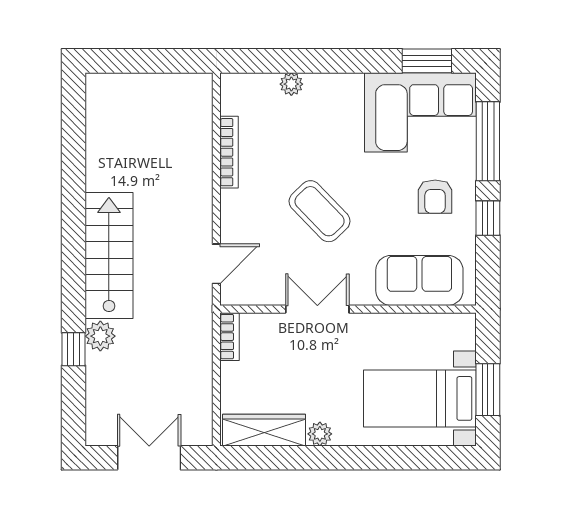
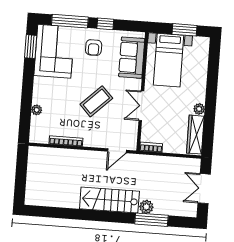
armchair: (435, 197) -> (94, 48), turned 90
door: (216, 264) -> (117, 151), swing flipped
window: (73, 349) -> (151, 220), width x2.17
bed with nightstands: (420, 398) -> (169, 60), moved

